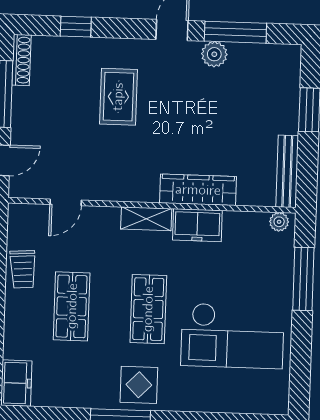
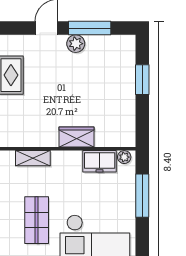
bench: (287, 171) -> (129, 122), removed
wardrobe: (198, 190) -> (76, 137), width x0.67
freezer: (197, 225) -> (100, 161), moved

